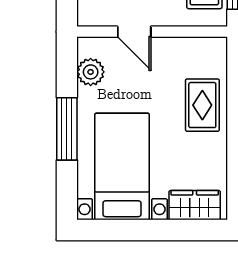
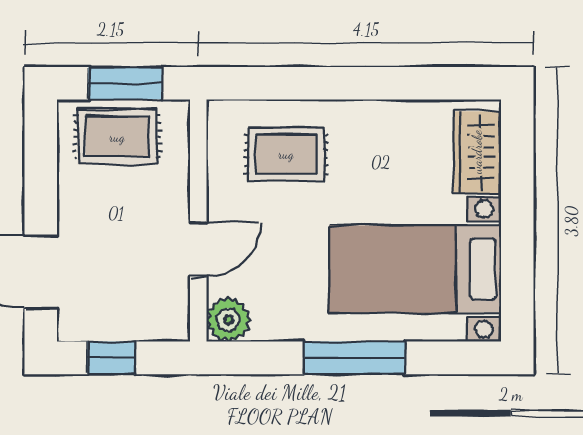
plant: (91, 72) -> (228, 320), moved
rug: (202, 105) -> (286, 154), moved

